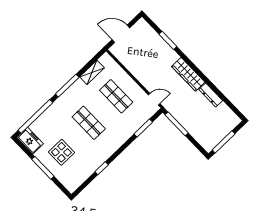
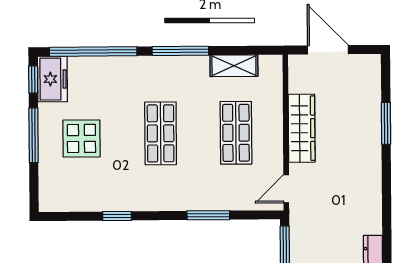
wardrobe: (188, 74) -> (302, 128), moved, turned 180
door: (154, 99) -> (286, 189), swing flipped
window: (143, 128) -> (208, 215), moved
window: (23, 147) -> (33, 79), added

